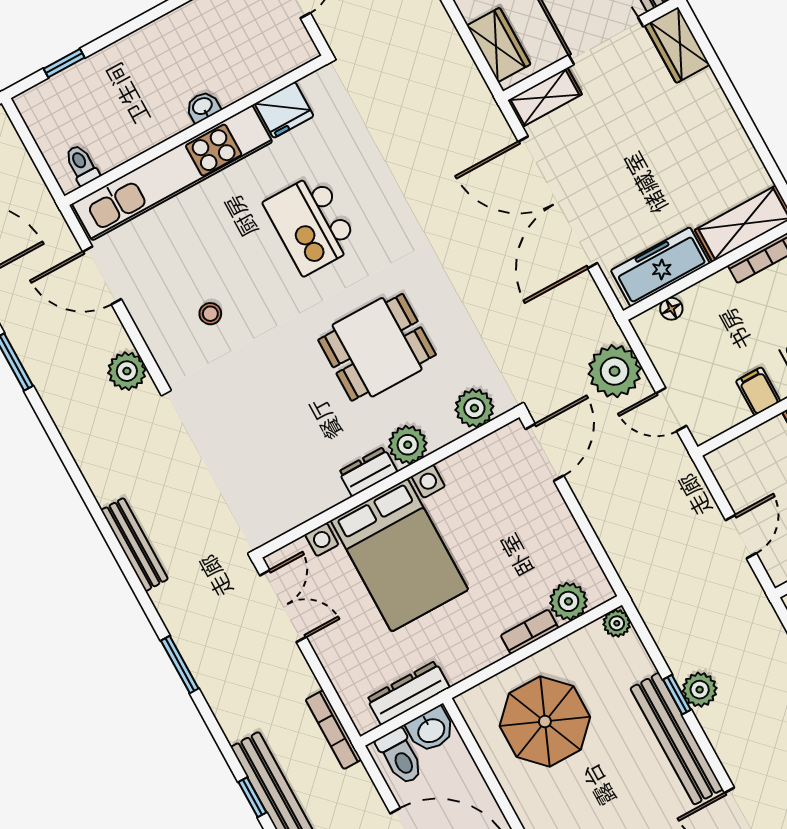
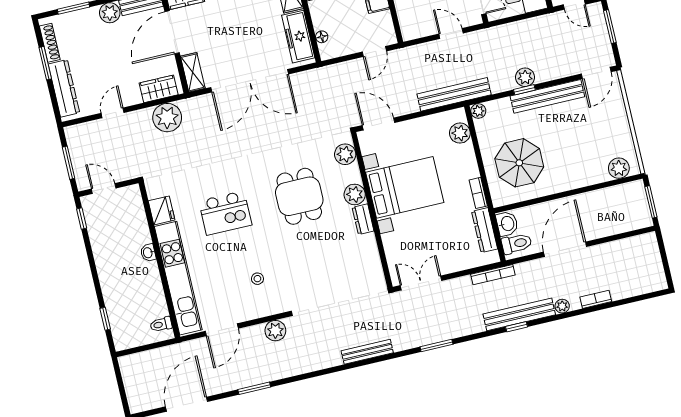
plant: (615, 371) -> (167, 118), moved
bed with nightstands: (399, 555) -> (405, 187), moved
bench: (634, 572) -> (454, 94), added
bookcase: (530, 632) -> (478, 193), moved

